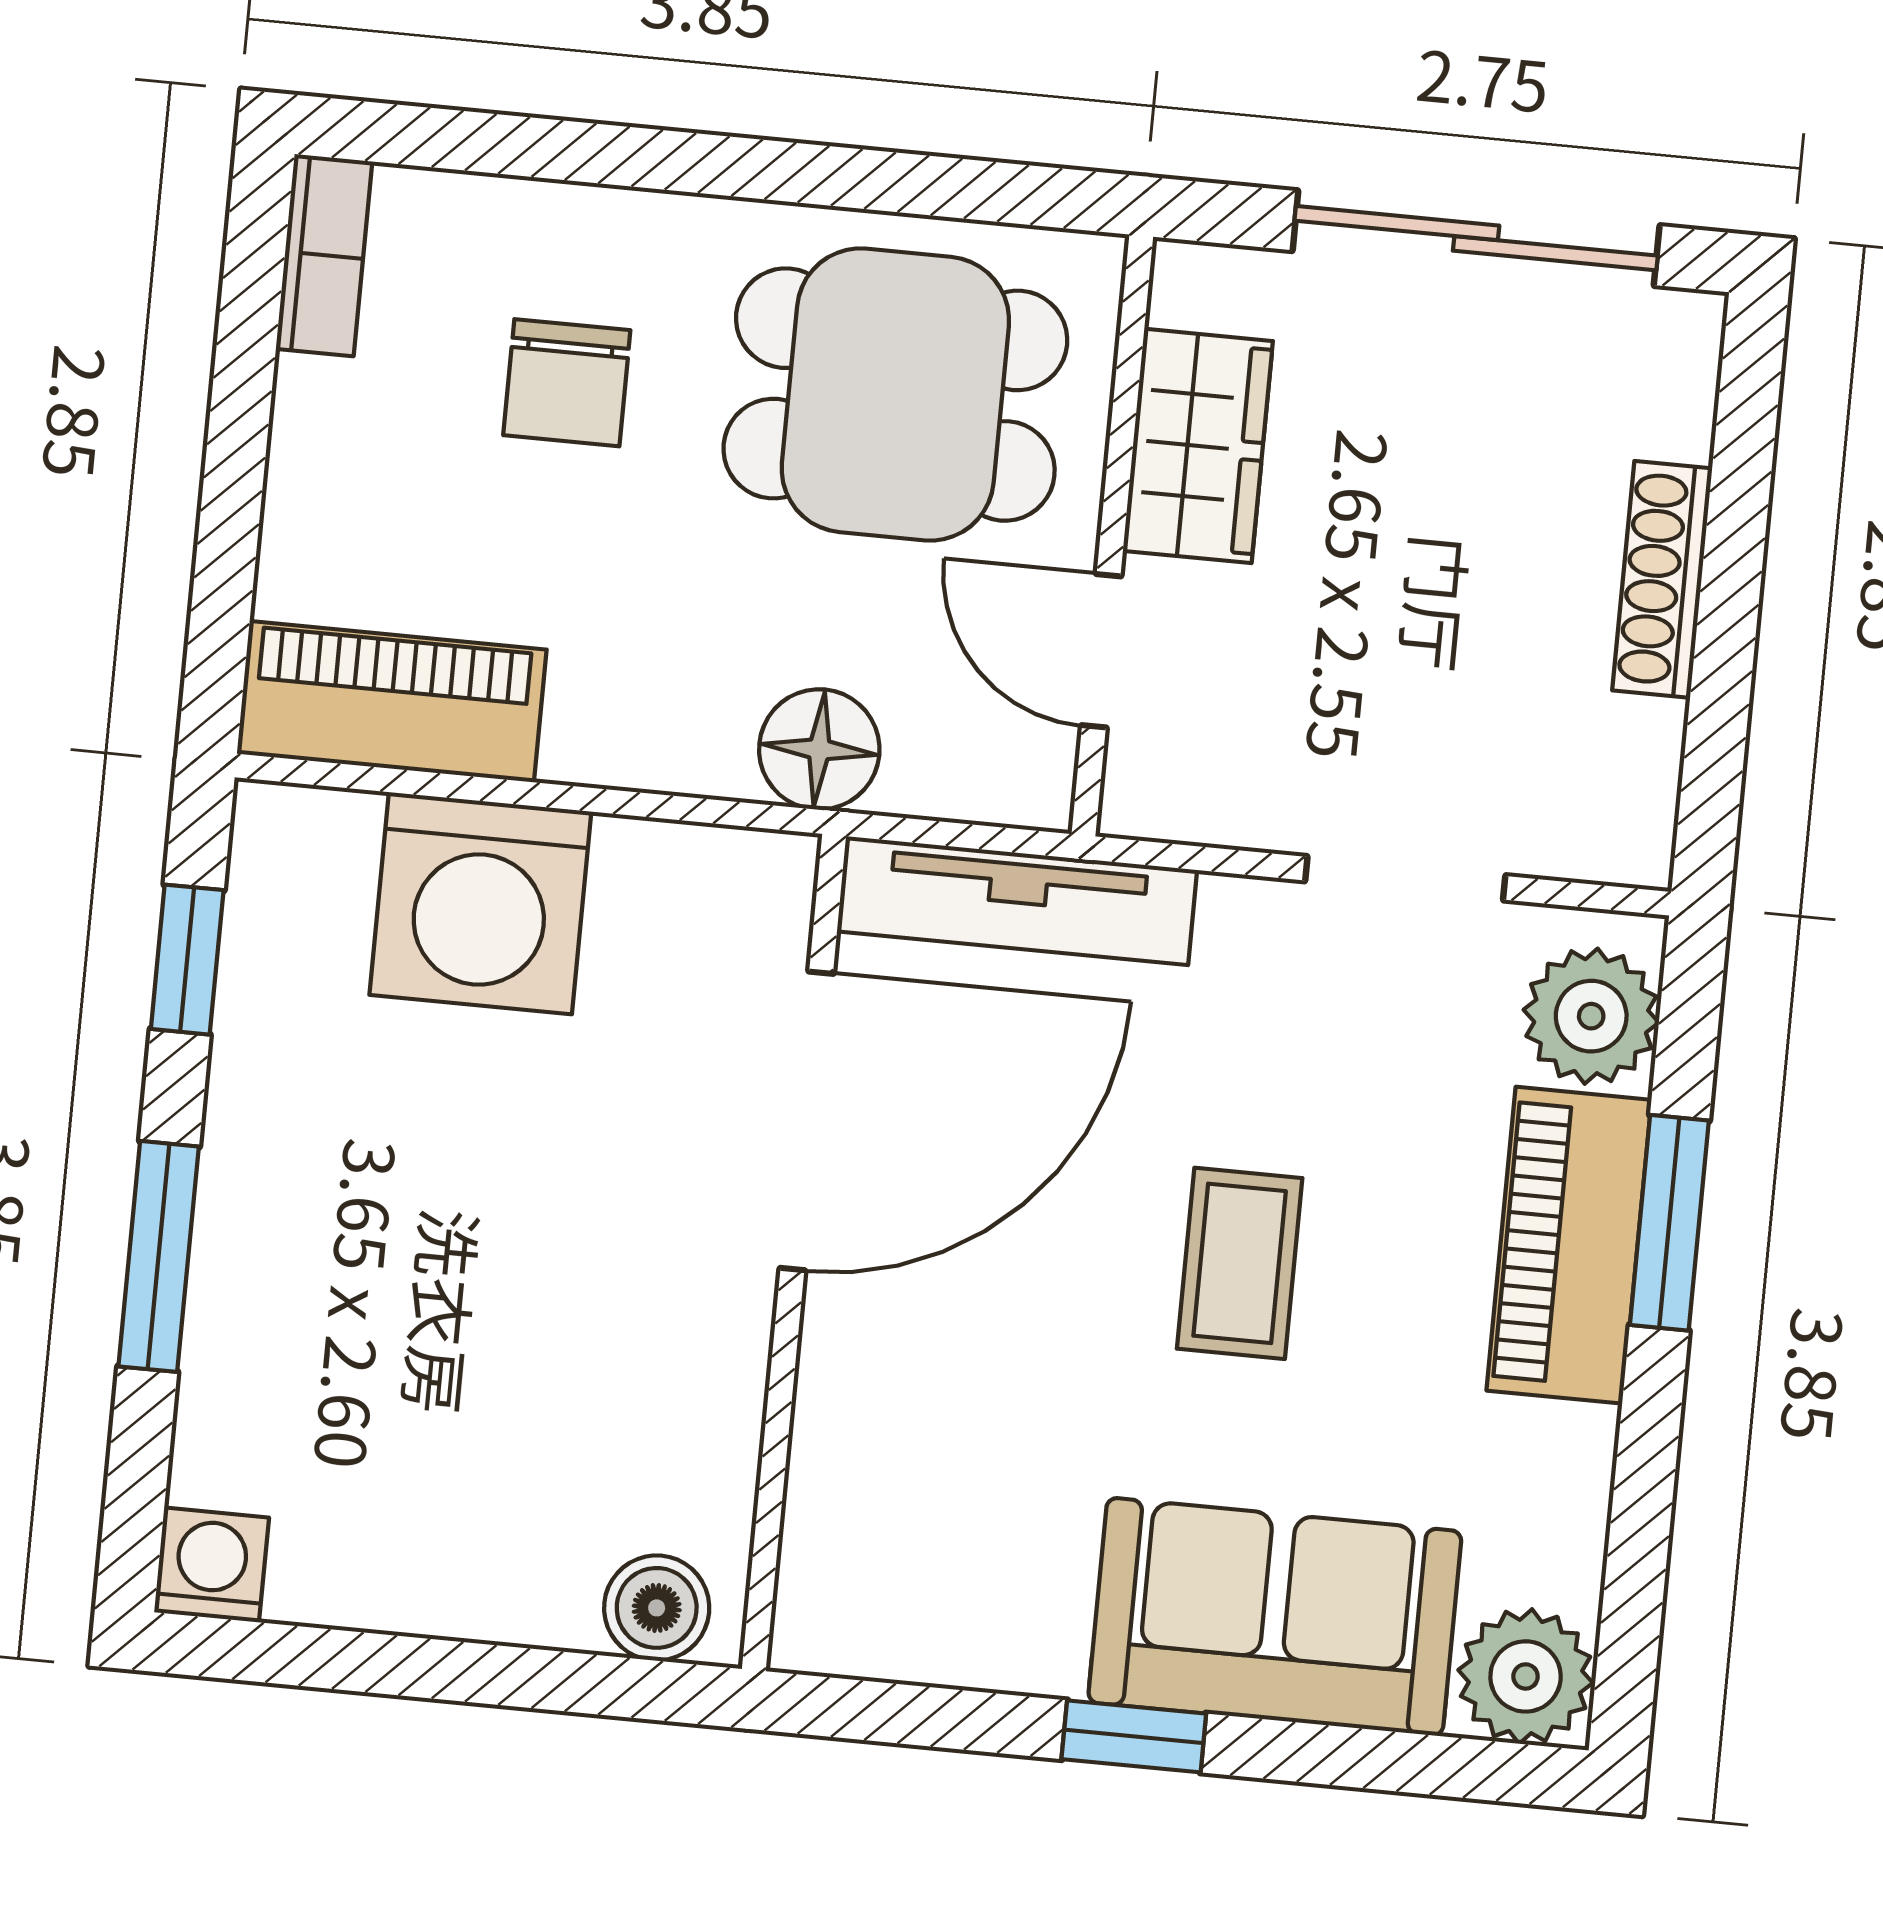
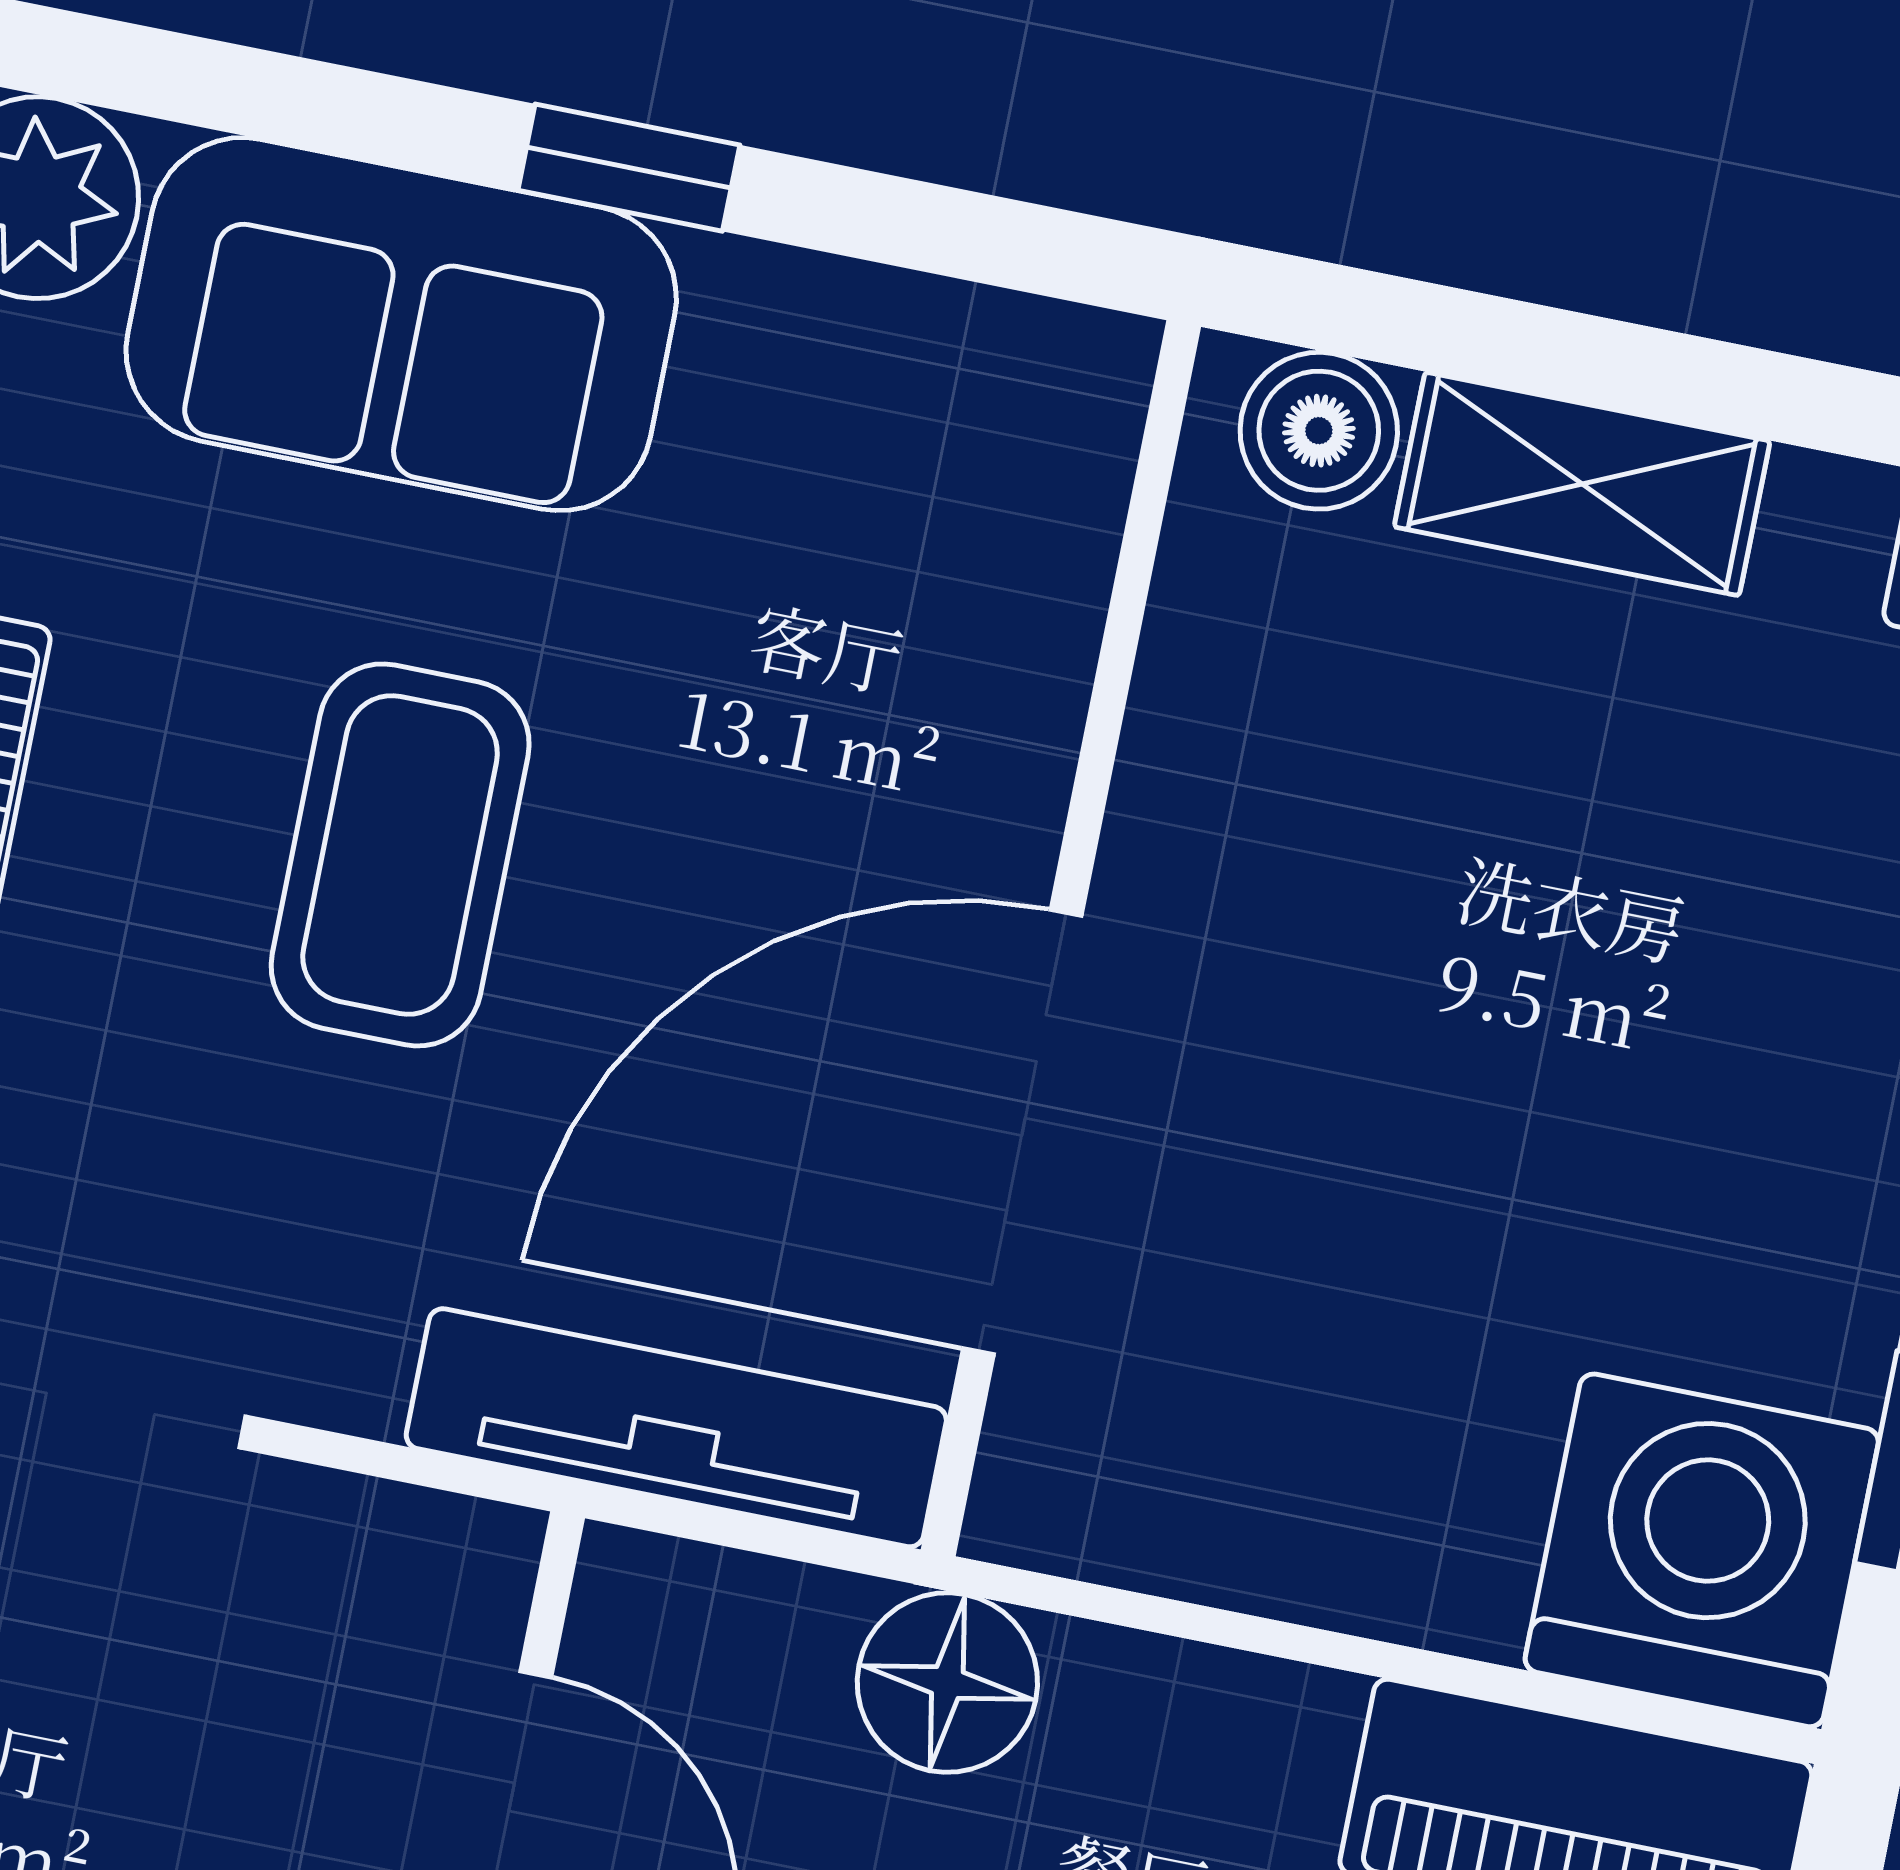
washing machine: (480, 903) -> (1702, 1550), moved
coffee table: (1240, 1263) -> (400, 855), width x1.36, depth x1.30
shelving: (478, 1590) -> (1582, 484), added

